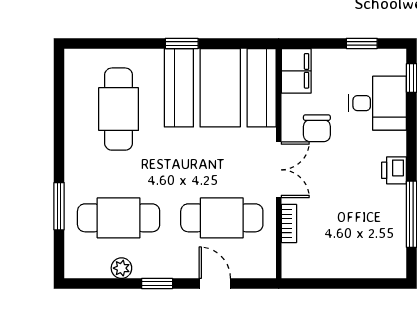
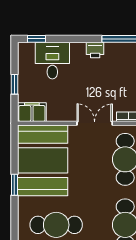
window: (362, 43) -> (14, 84), moved
chair: (317, 128) -> (68, 99), removed

